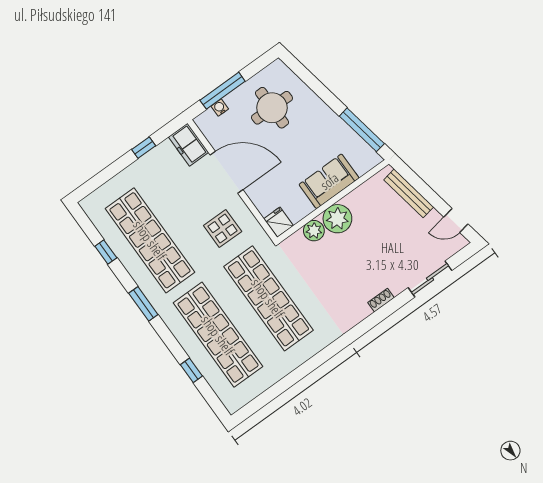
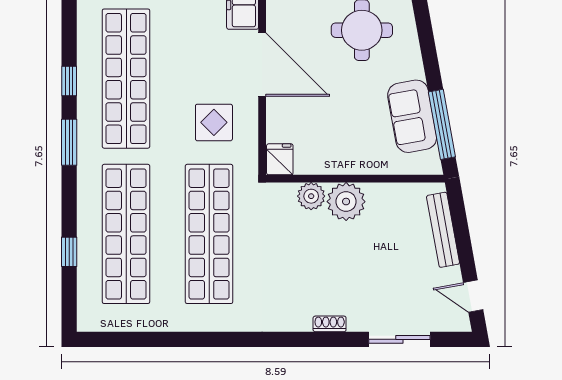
sofa: (329, 181) -> (412, 116), moved, turned -100
window: (106, 252) -> (69, 81), moved

